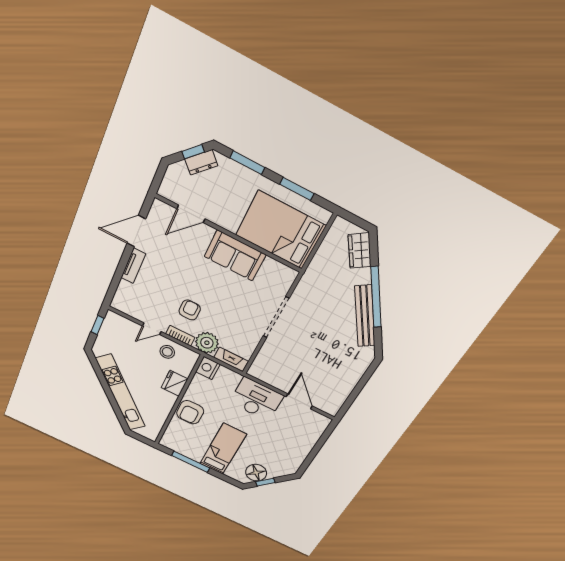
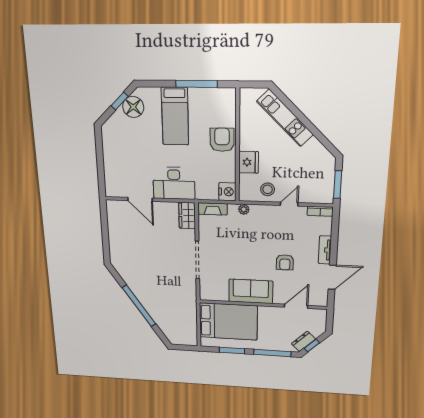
window: (247, 163) -> (272, 353), width x1.44
wardrobe: (360, 251) -> (187, 216), moved, turned -146
armchair: (190, 310) -> (285, 262), moved
bench: (365, 316) -> (137, 290), removed
window: (97, 325) -> (338, 185), width x1.50
bookcase: (180, 336) -> (320, 211), moved
plant: (207, 343) -> (244, 209), width x0.53, depth x0.53
kitchen unit: (121, 393) -> (285, 118), width x0.73

